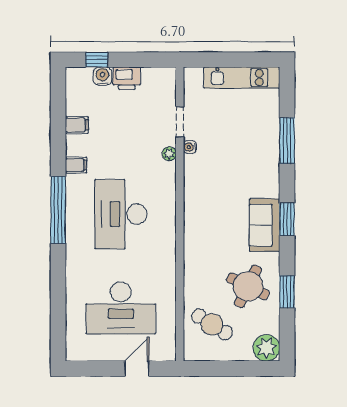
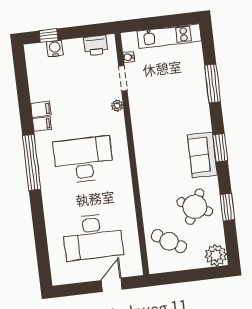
printer: (127, 78) -> (96, 45), moved
filing cabinet: (77, 125) -> (41, 109), moved
water cooler: (190, 147) -> (129, 57), moved
desk: (121, 214) -> (83, 160), turned 90

